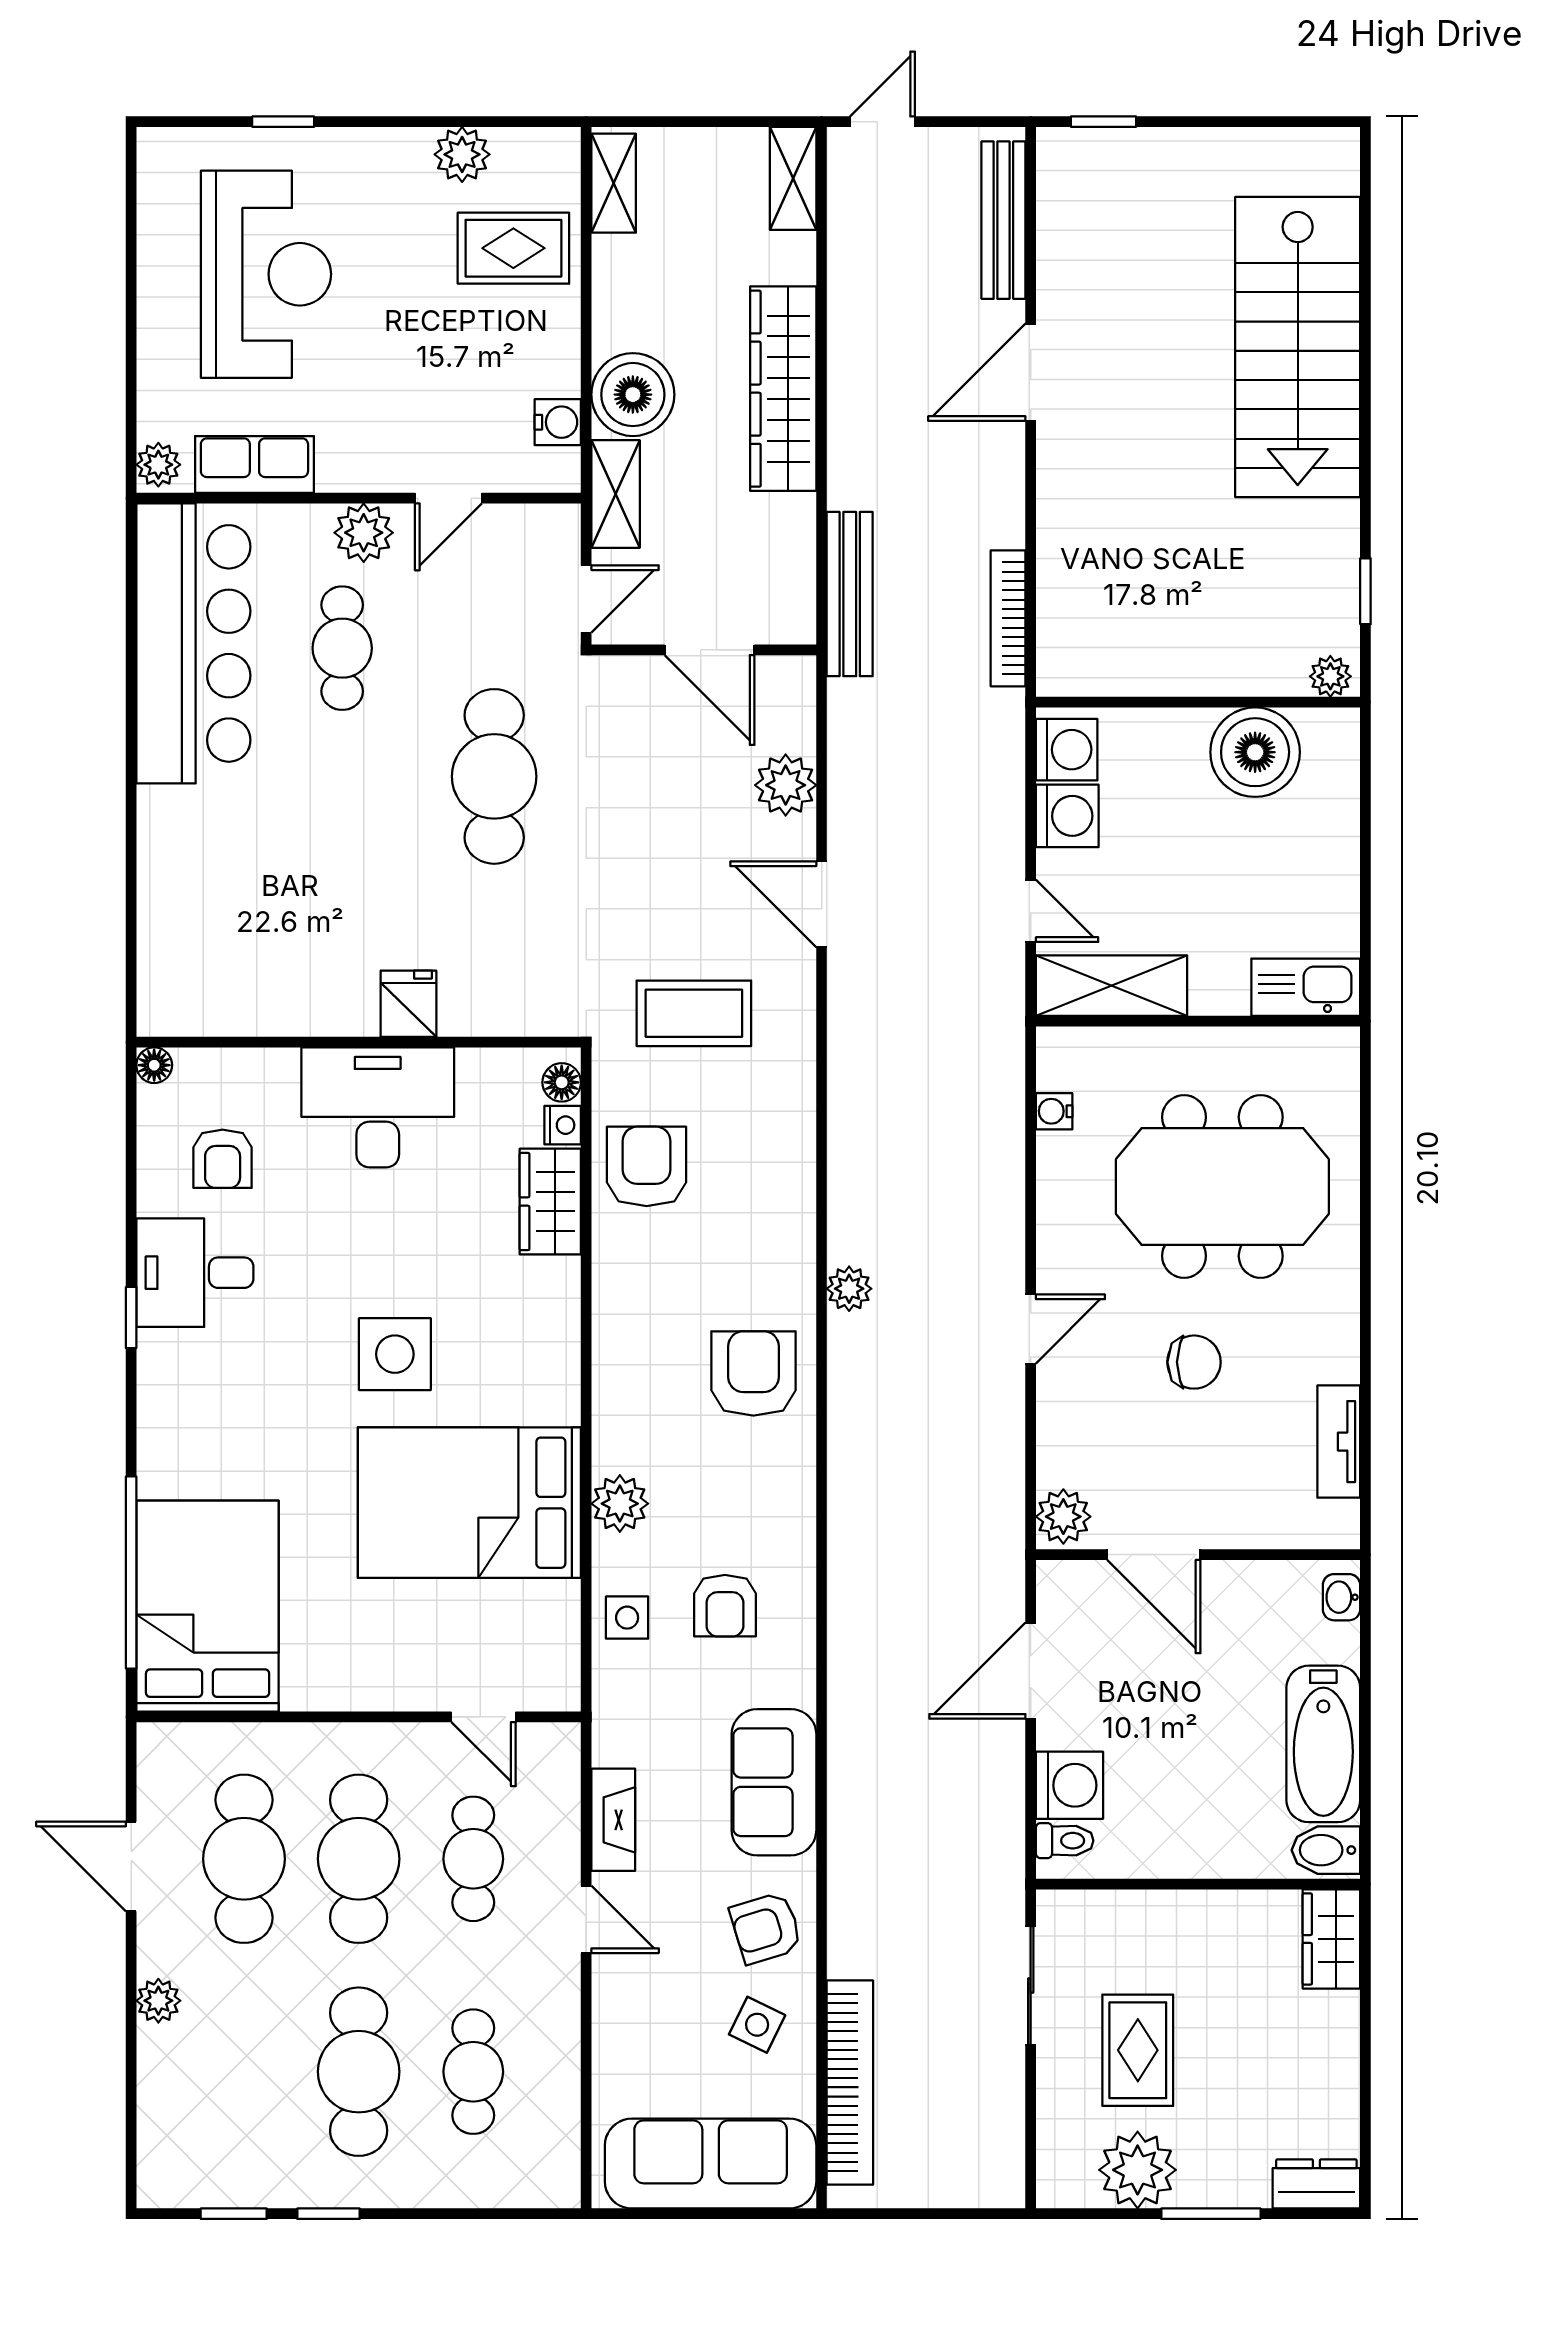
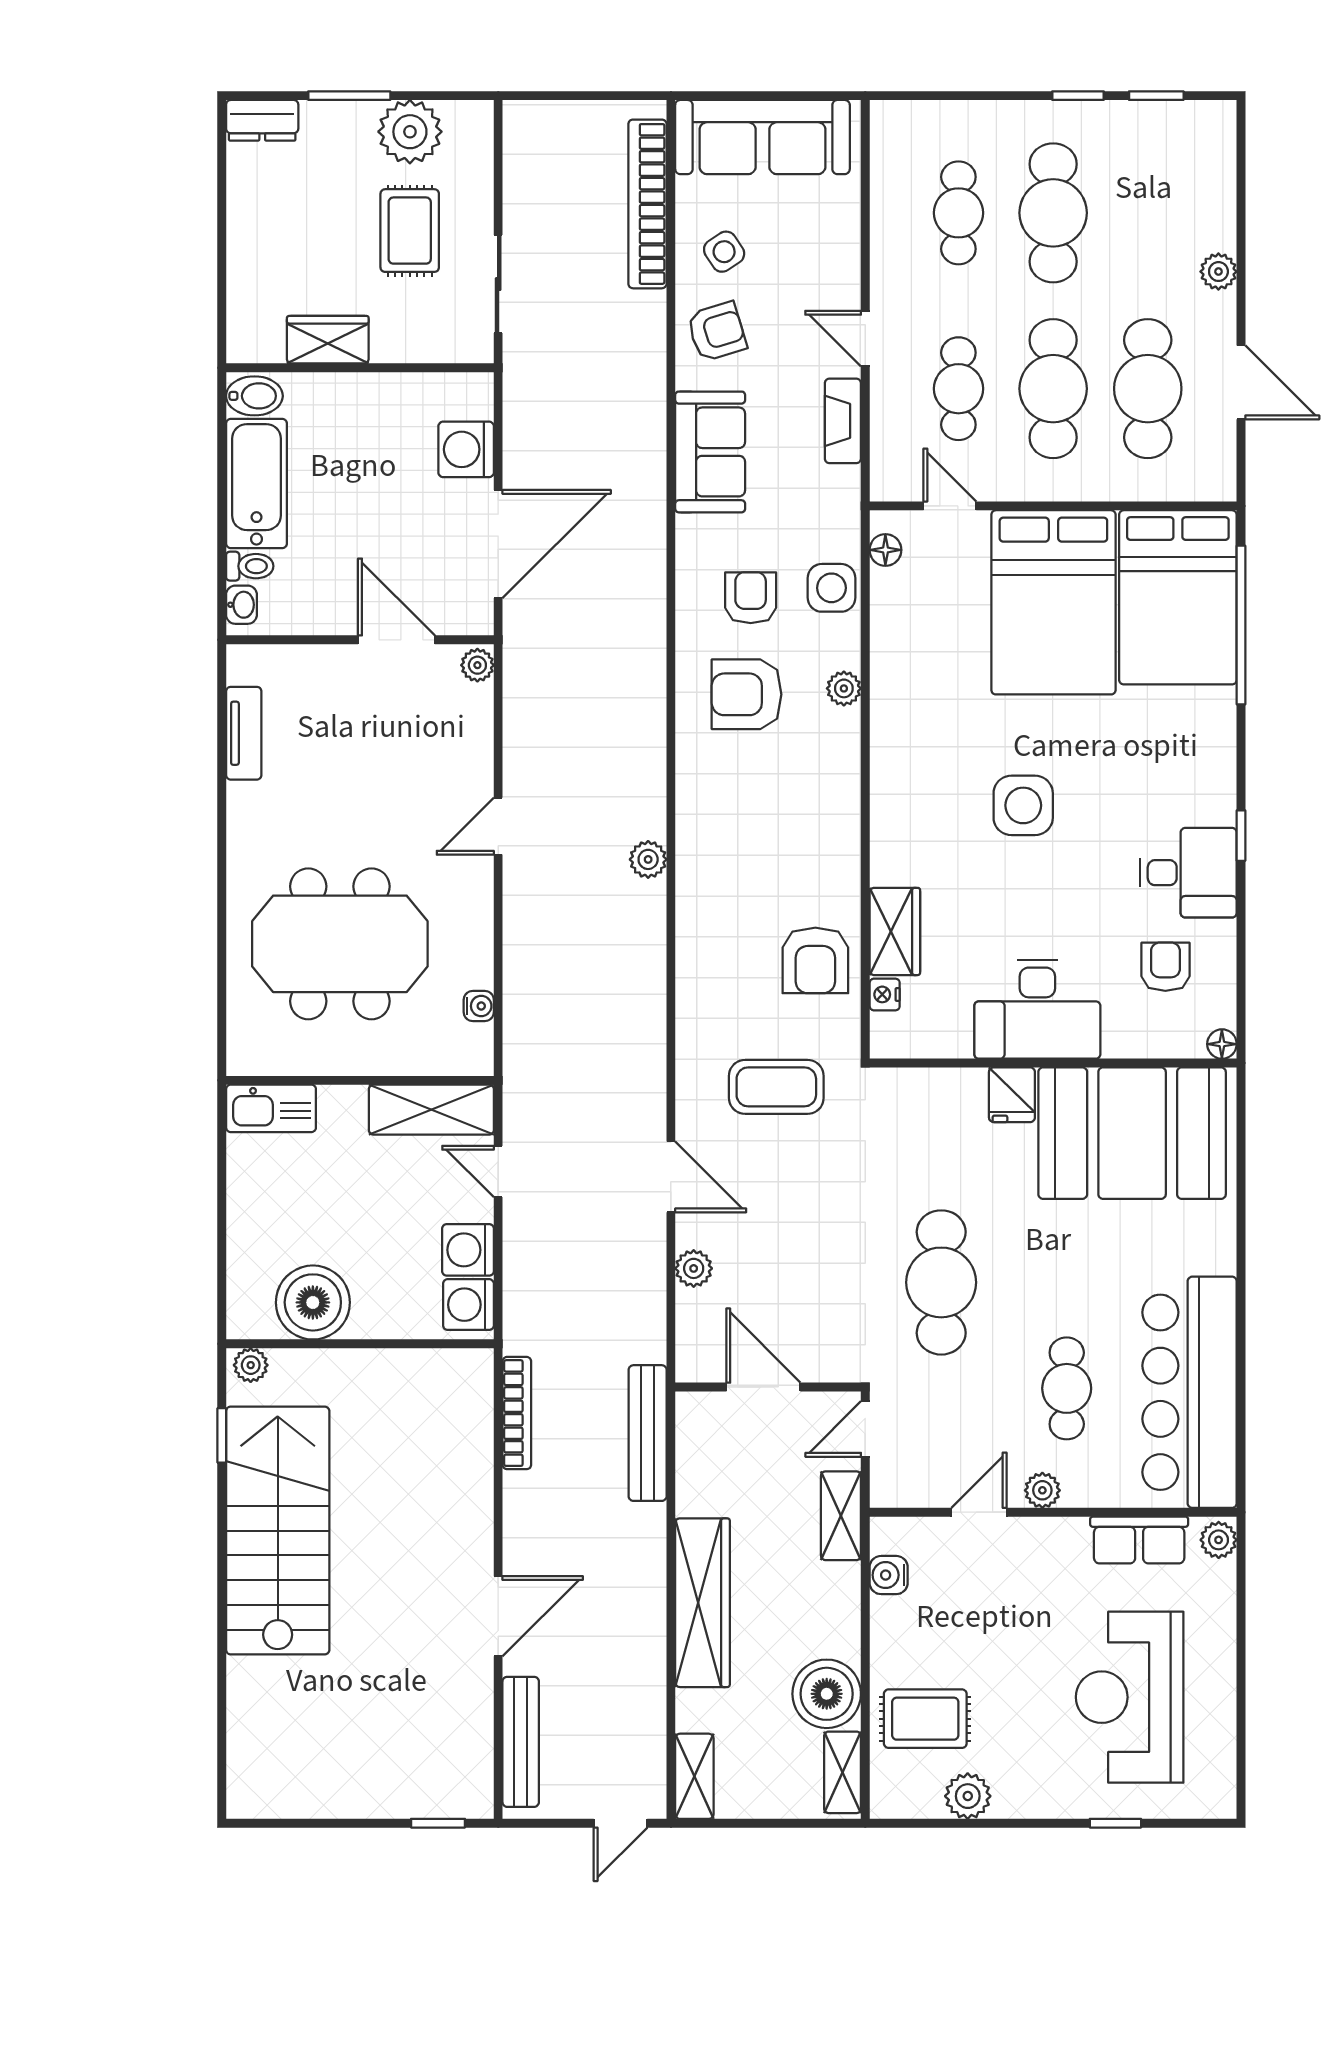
stairs: (1298, 347) -> (278, 1531), moved
boiler: (633, 395) -> (827, 1694), moved
plant: (364, 533) -> (1042, 1490), width x0.73, depth x0.73
plant: (786, 785) -> (694, 1268), width x0.73, depth x0.73
booth: (263, 957) -> (1132, 1133), added
floor lamp: (562, 1082) -> (885, 550), moved
chair: (1194, 1362) -> (363, 799), removed
armchair: (753, 1373) -> (747, 694), moved, turned 90
bed: (469, 1503) -> (1053, 602), moved, turned 90
plant: (620, 1504) -> (844, 688), width x0.73, depth x0.73
plant: (1063, 1517) -> (477, 665), width x0.73, depth x0.73
side table: (627, 1618) -> (831, 588), width x1.37, depth x1.37
door: (1031, 1671) -> (498, 544), width x1.36
toilet: (1065, 1841) -> (250, 566), moved, turned 180
wardrobe: (1331, 1939) -> (328, 340), moved, turned -90
side table: (757, 2025) -> (724, 252), turned 31

